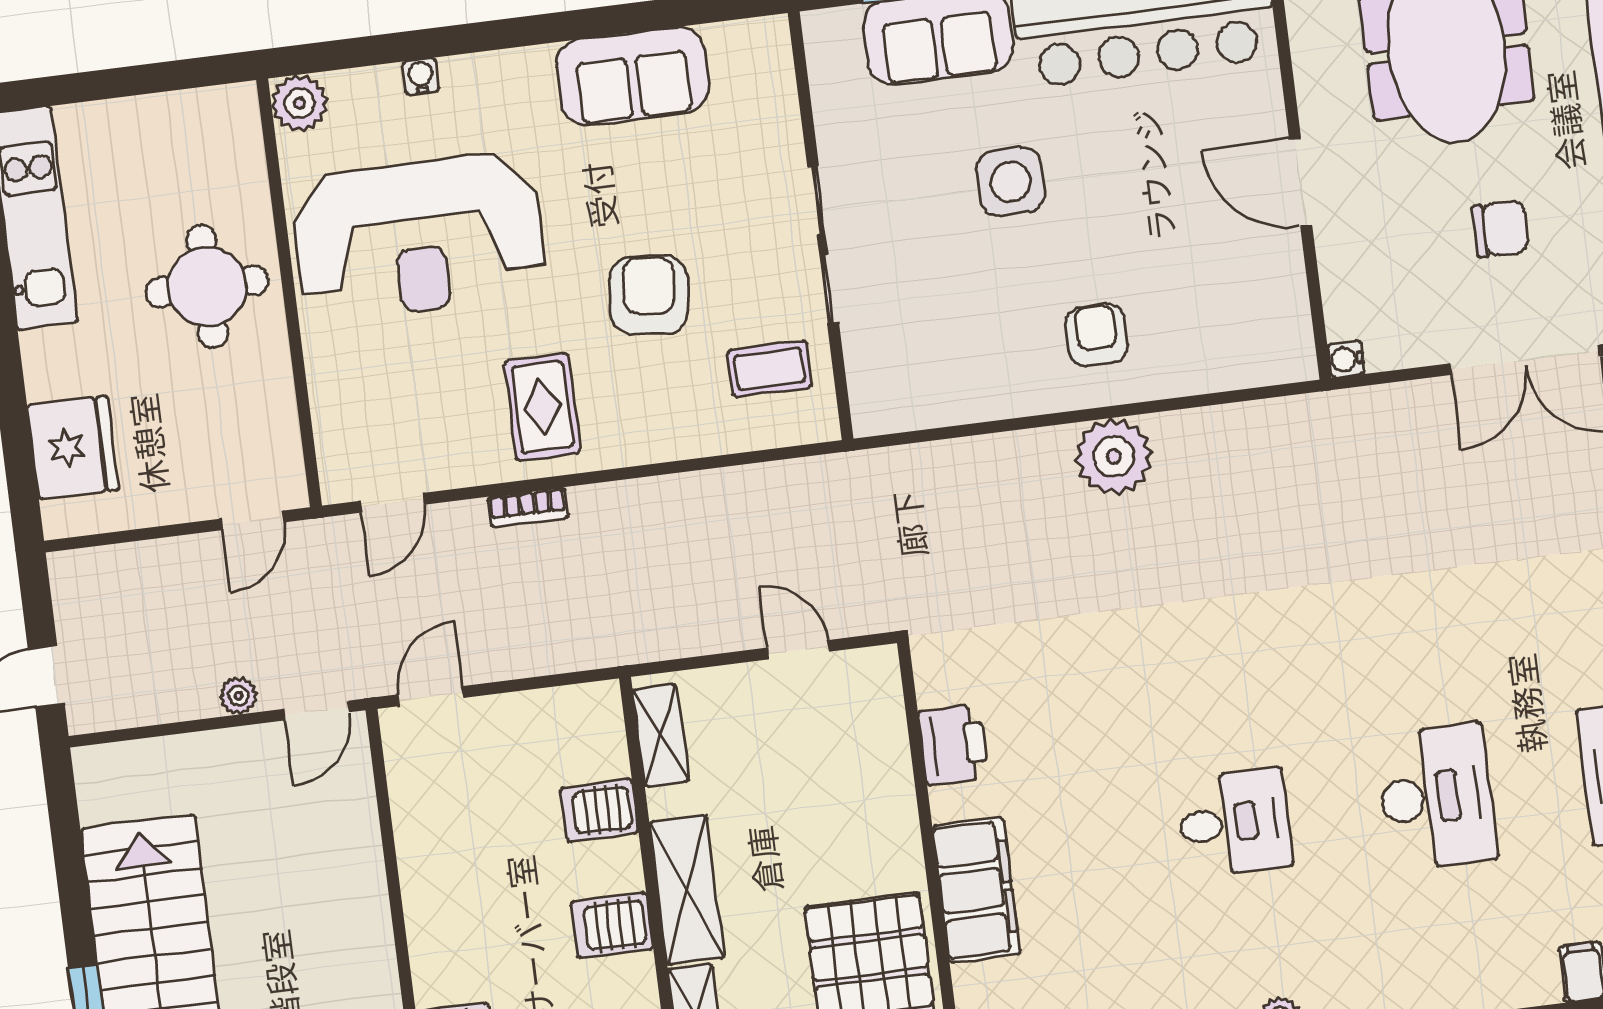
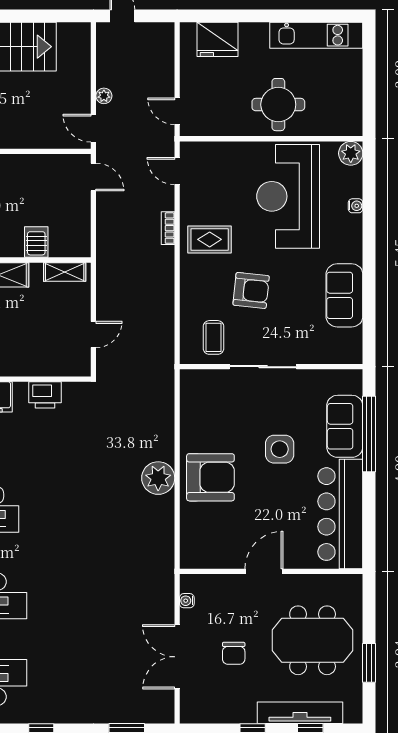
armchair: (1097, 335) -> (210, 477), width x1.88, depth x1.88
water cooler: (1346, 359) -> (187, 601), moved, turned -90

